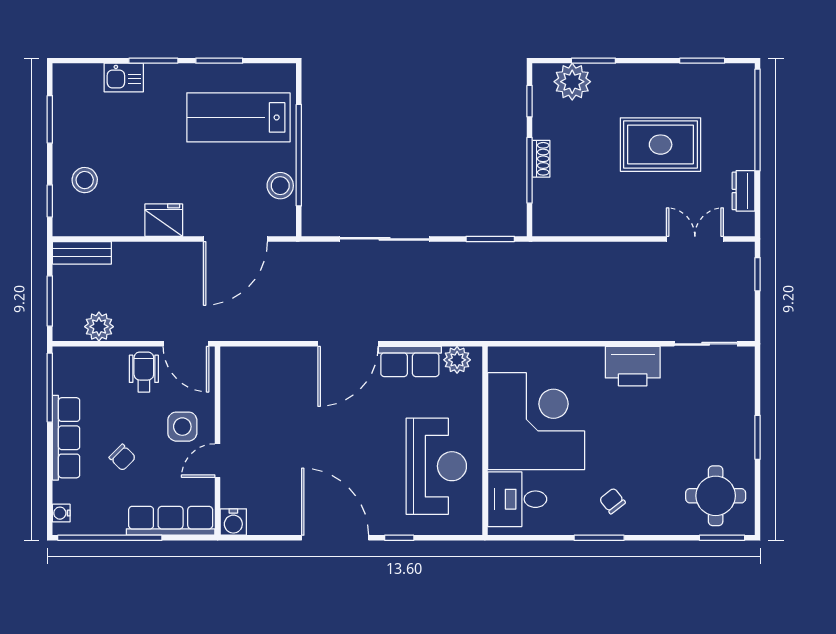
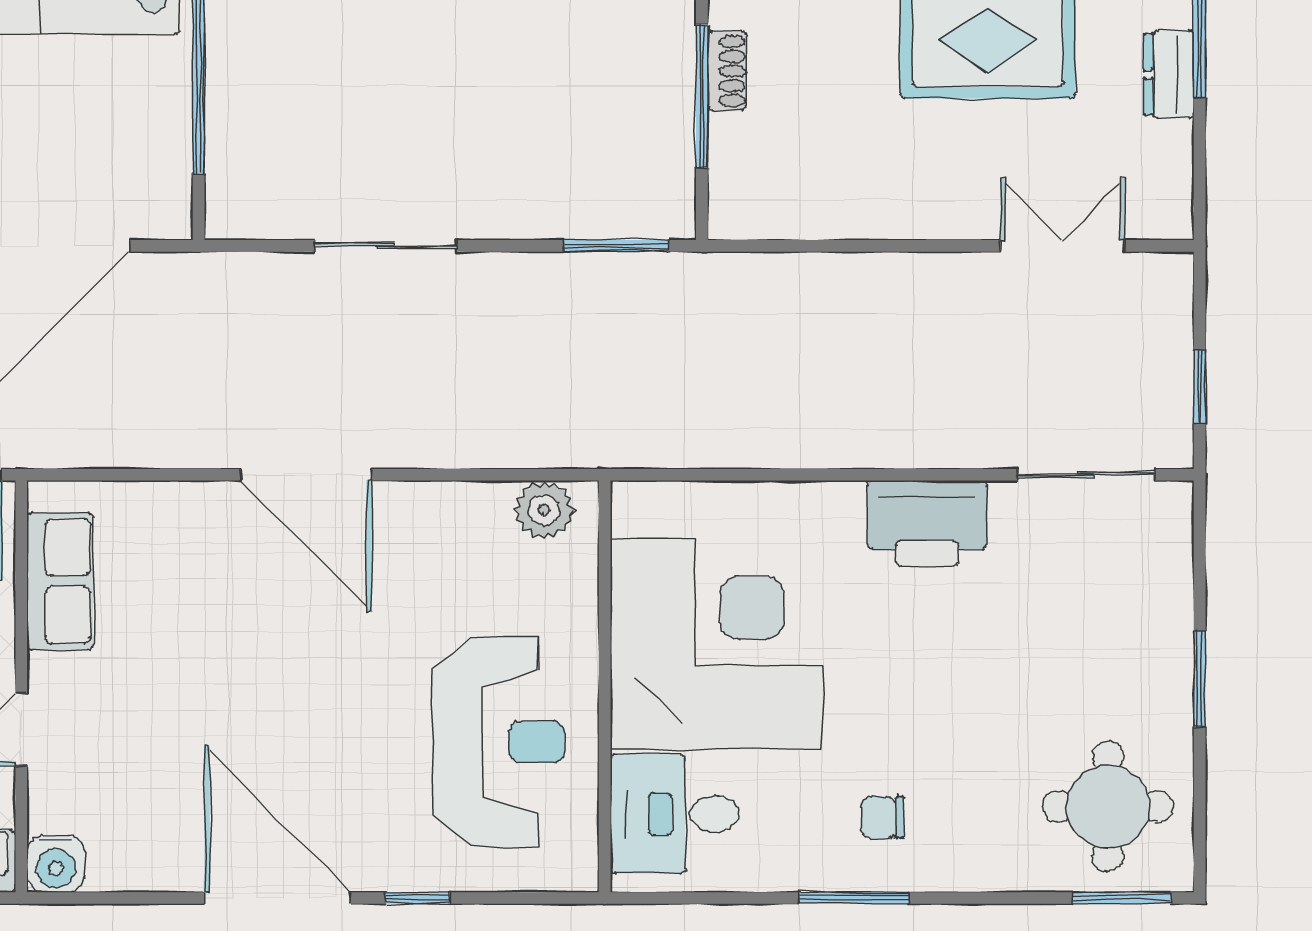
stool: (280, 186) -> (158, 130), removed
dresser: (744, 191) -> (1169, 74), moved
sliding door: (385, 239) -> (386, 246), width x0.73
window: (758, 274) -> (1200, 387), moved
door: (348, 344) -> (306, 475), hinge flipped
row of seats: (410, 361) -> (60, 581), moved, turned -90
chair: (612, 501) -> (883, 818), turned -52

